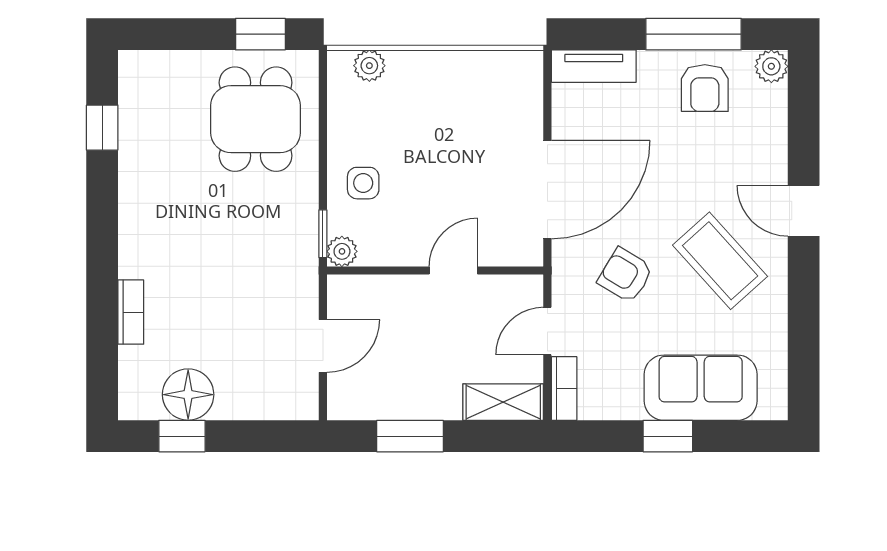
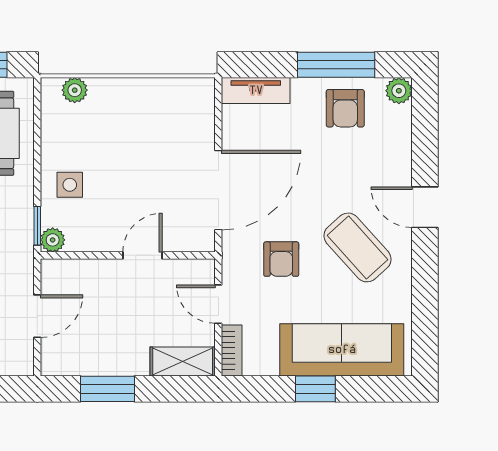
armchair: (625, 275) -> (281, 259), turned -121
door: (547, 331) -> (218, 304), hinge flipped
sofa: (701, 388) -> (342, 350), width x1.36

